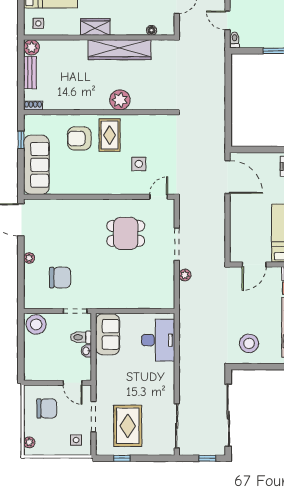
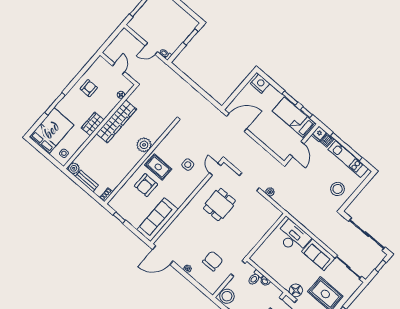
sofa: (36, 165) -> (158, 220), moved, turned -90
sofa: (108, 334) -> (318, 255), moved, turned 180
floor lamp: (105, 391) -> (296, 290), added

